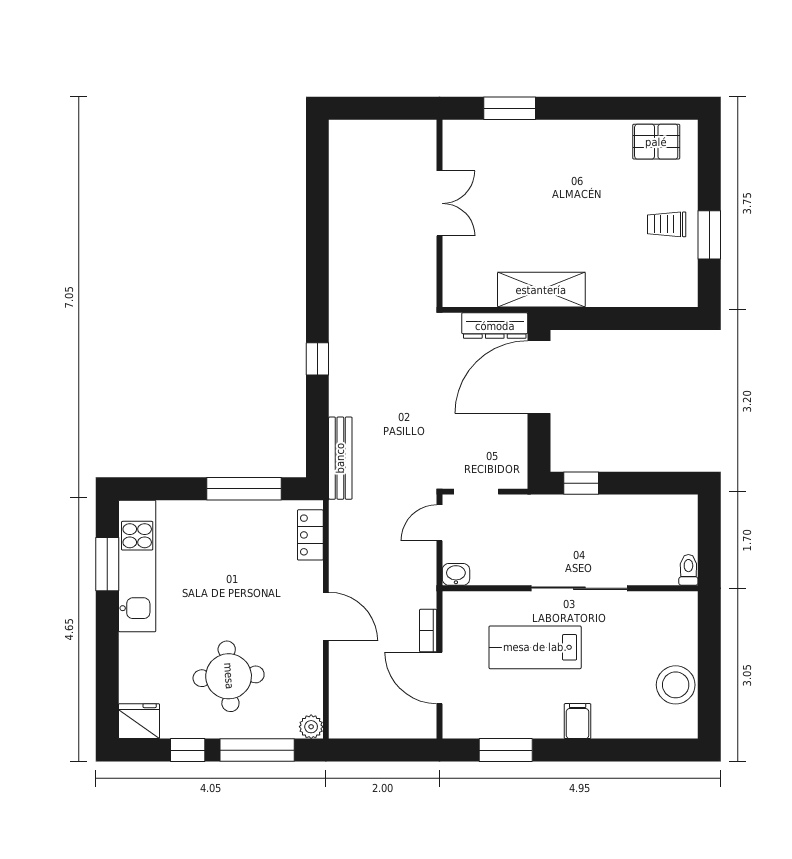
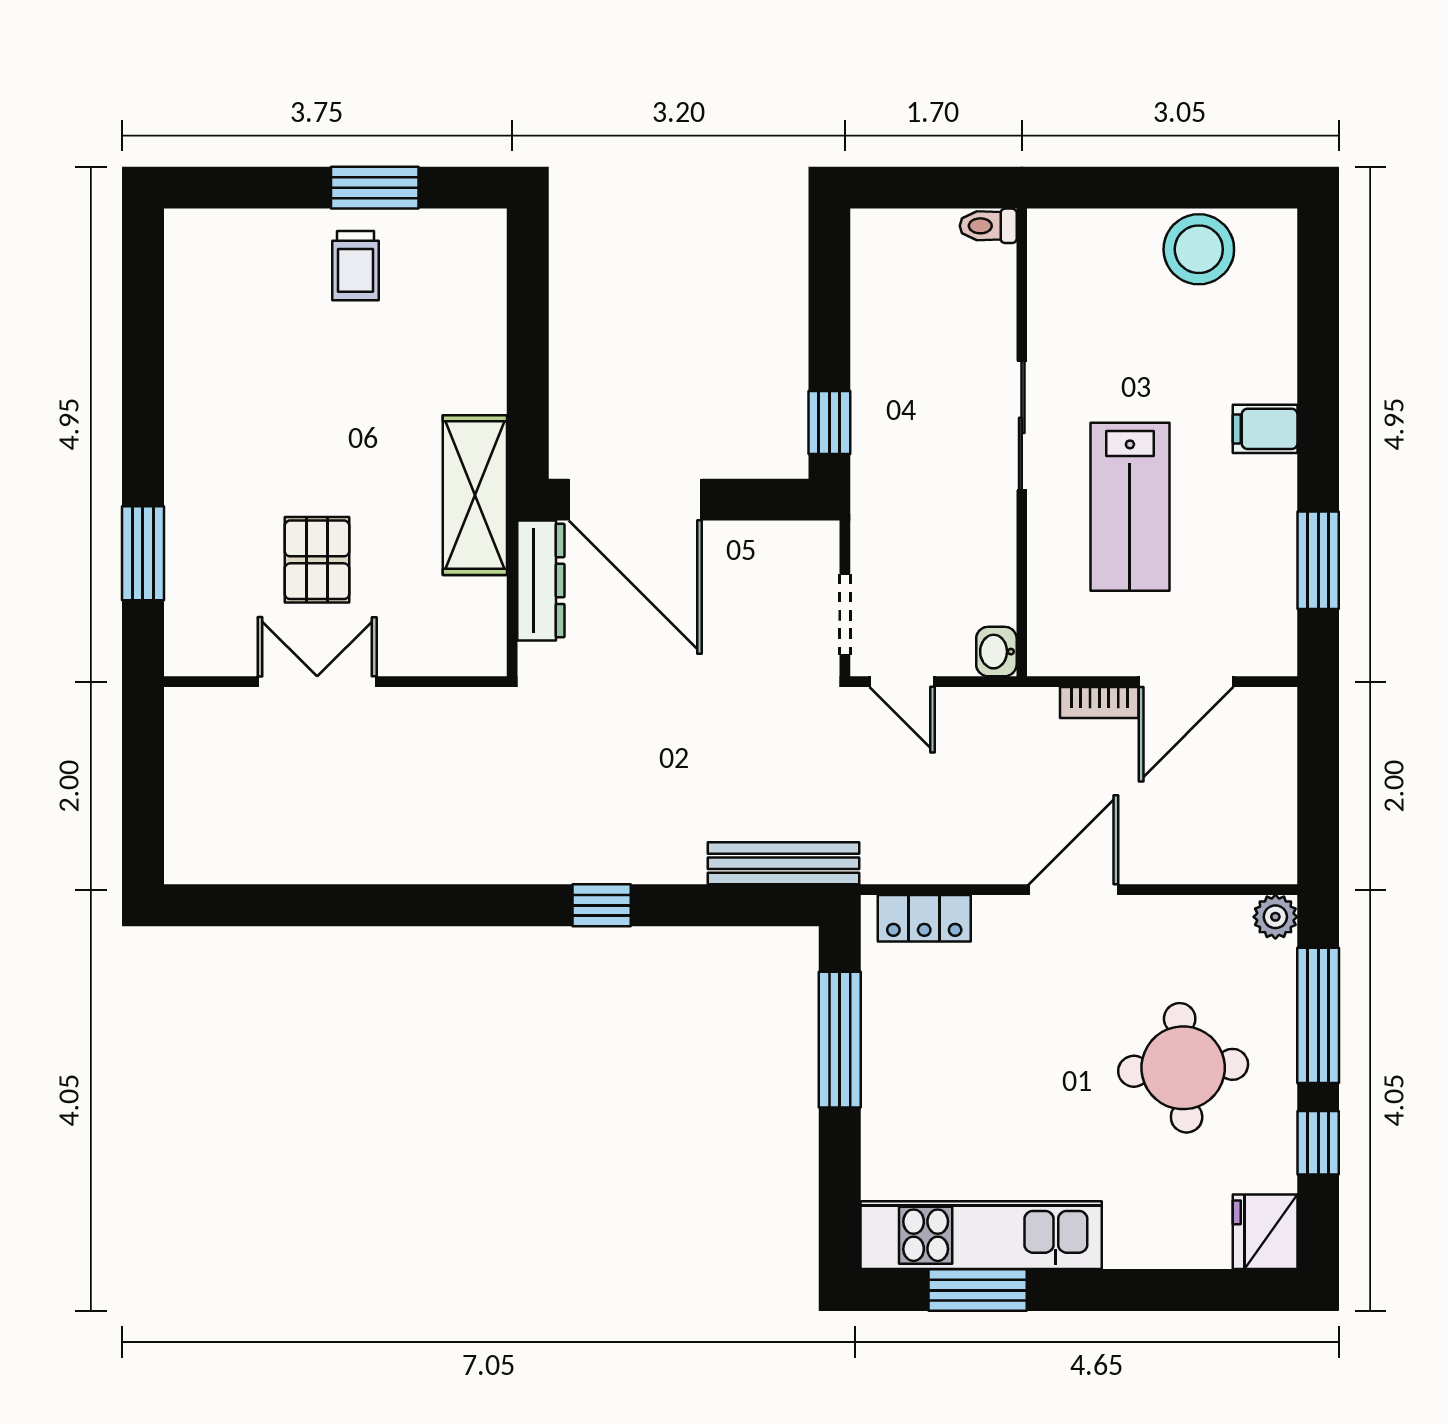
pallet: (656, 142) -> (317, 560), moved
sliding door: (579, 588) -> (1022, 425), width x0.73

